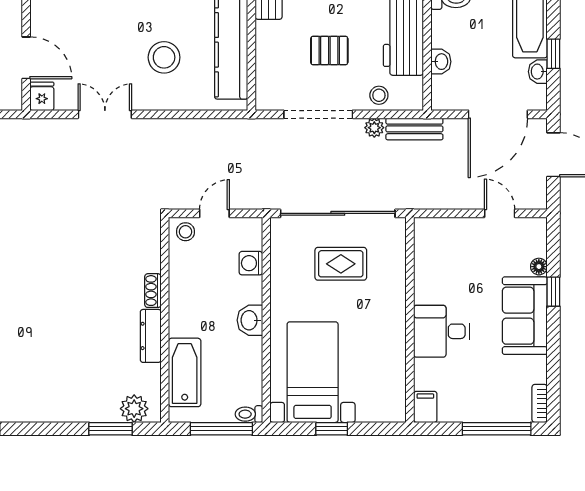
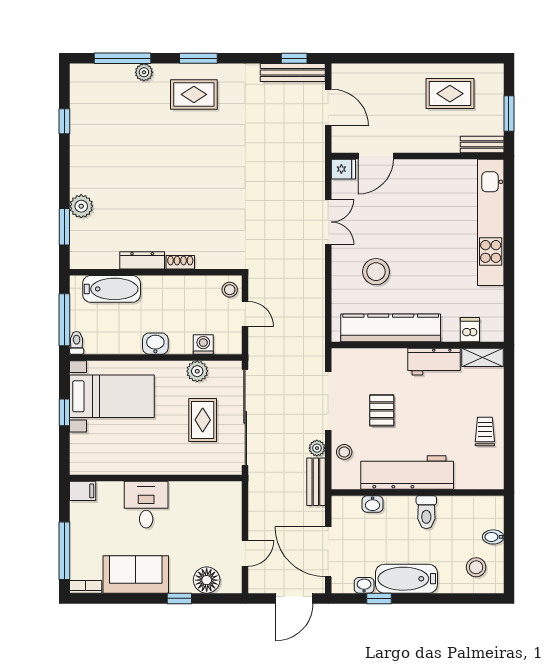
floor lamp: (539, 267) -> (207, 580), width x1.89, depth x1.89
plant: (283, 270) -> (197, 371), added
sofa: (525, 316) -> (136, 574), moved
plant: (134, 409) -> (81, 206), moved

